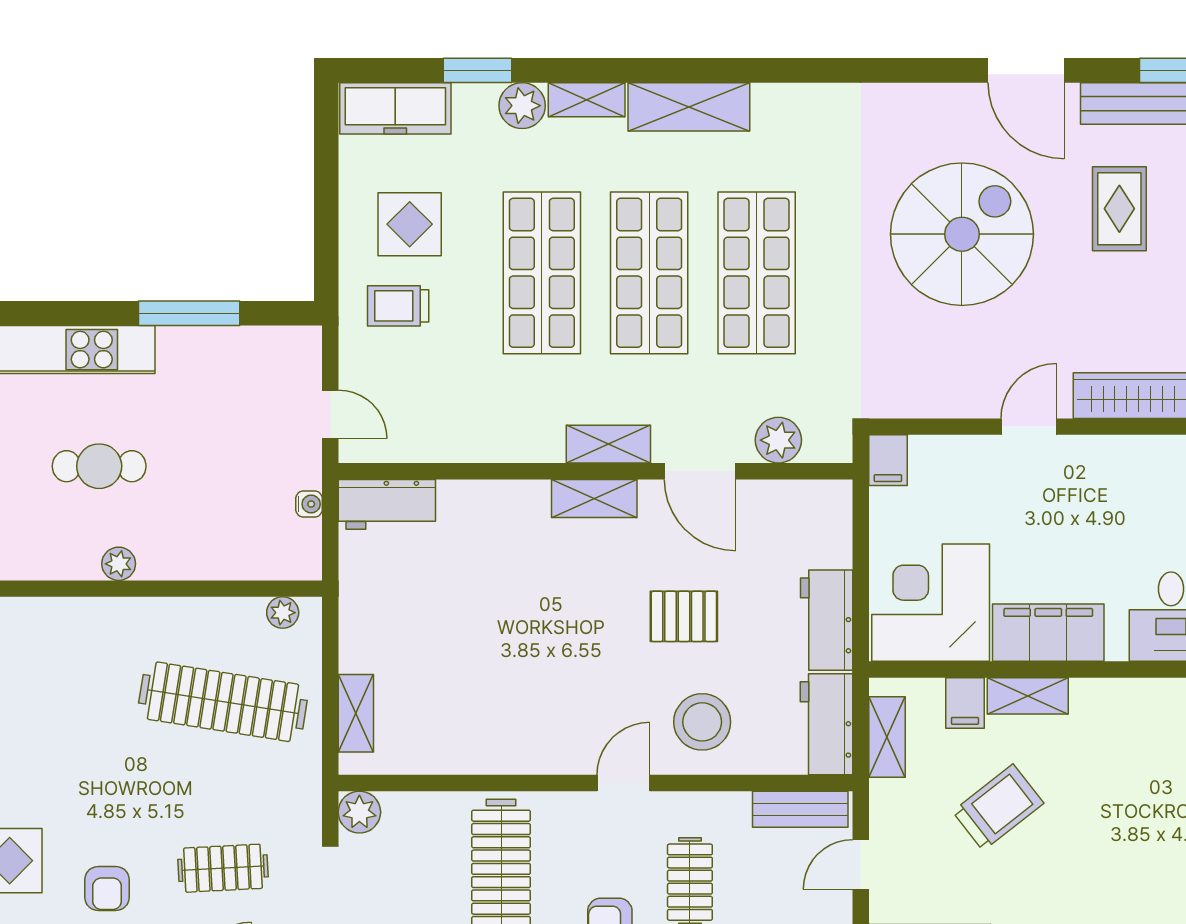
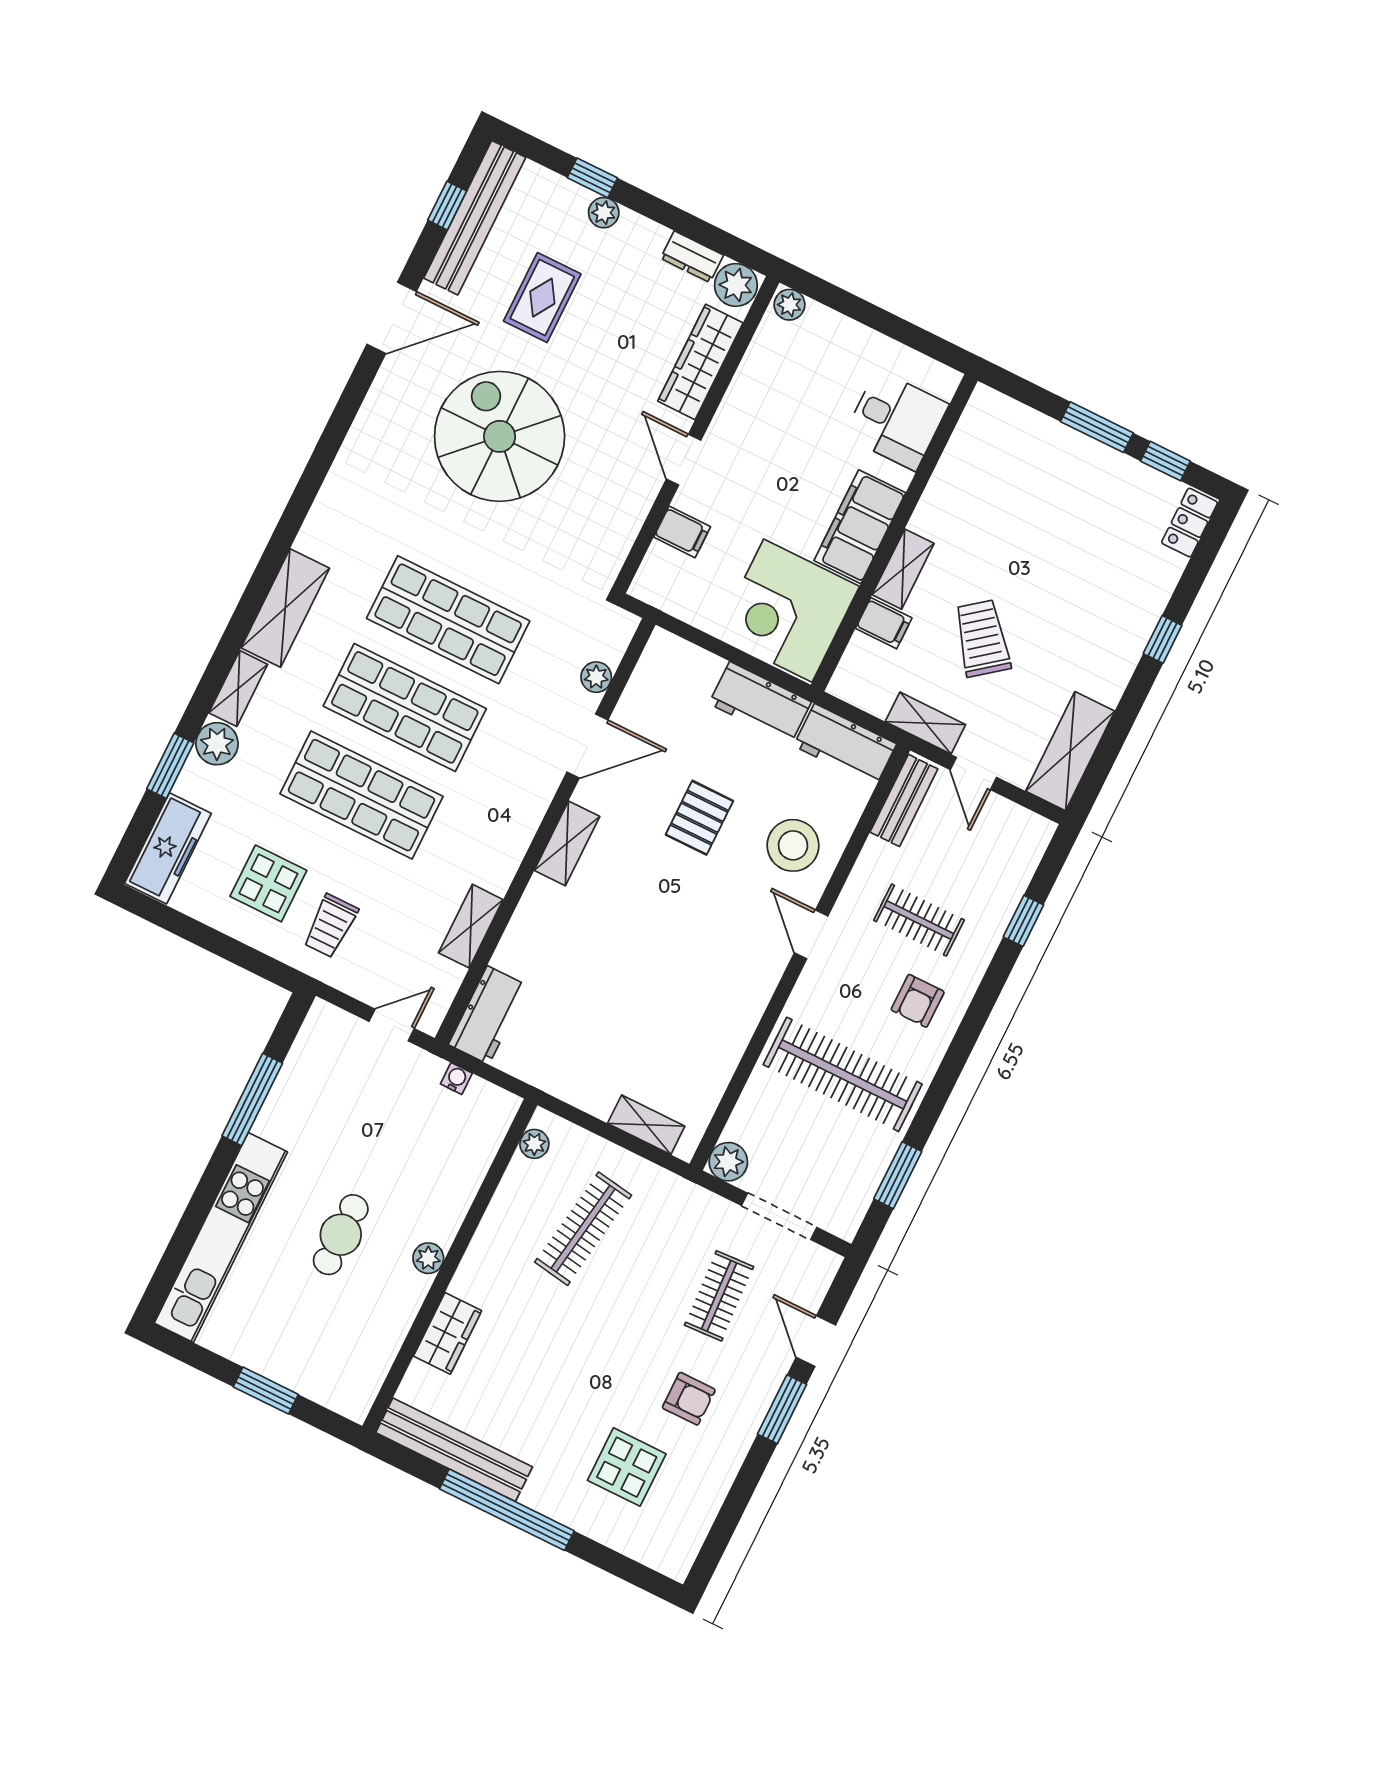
rug: (1119, 209) -> (542, 298), turned 90
plant: (778, 440) -> (596, 677), width x0.73, depth x0.73
shelving: (608, 444) -> (471, 926), moved
filing cabinet: (888, 460) -> (682, 532), moved
wardrobe: (54, 619) -> (448, 1333), added
clothes rail: (223, 702) -> (583, 1229), width x0.73, depth x0.76
shelving: (887, 737) -> (925, 723), moved

